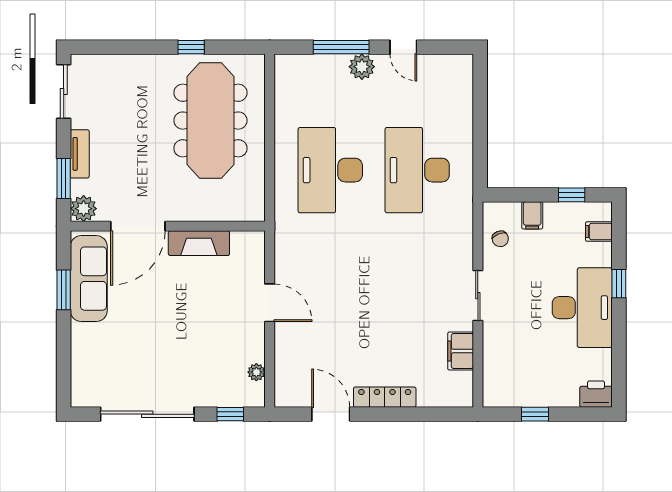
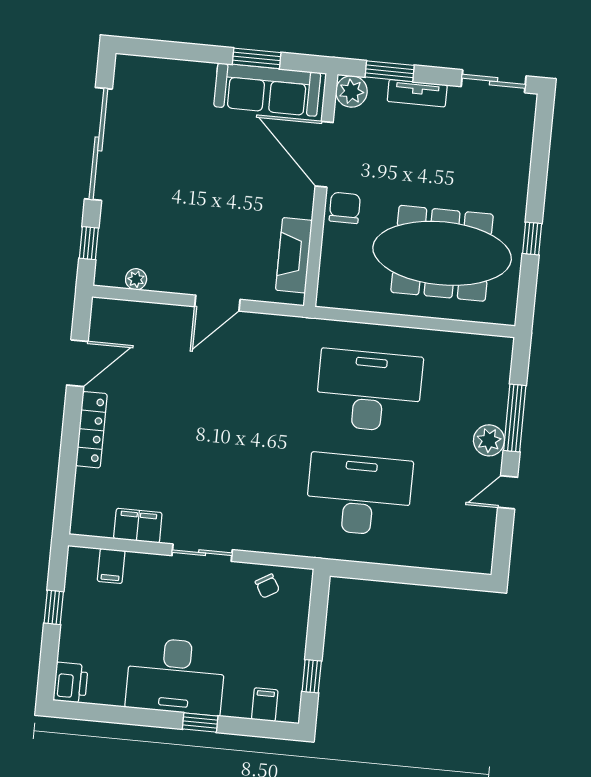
chair: (181, 205) -> (345, 208), added
filing cabinet: (532, 215) -> (111, 566), moved, turned -90
chair: (500, 239) -> (267, 586), turned -98
fireplace: (199, 243) -> (294, 255), moved

